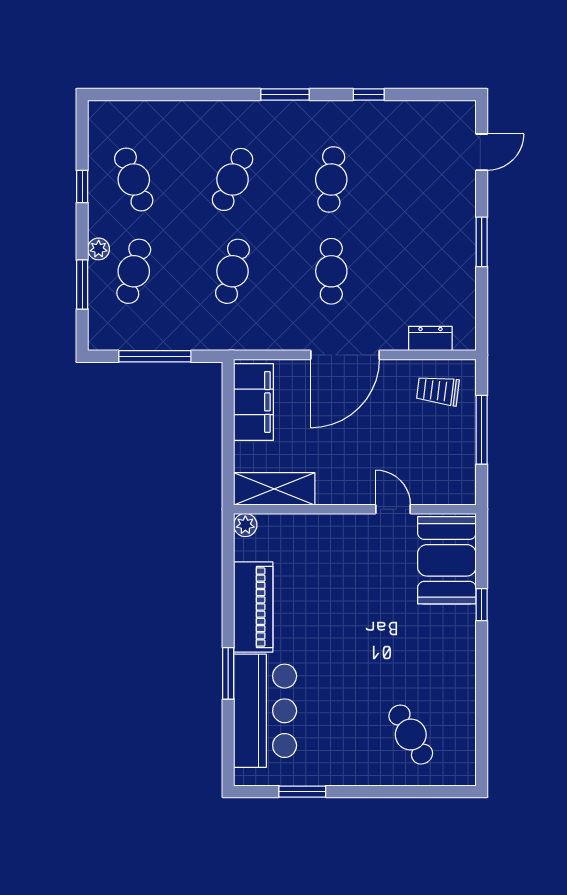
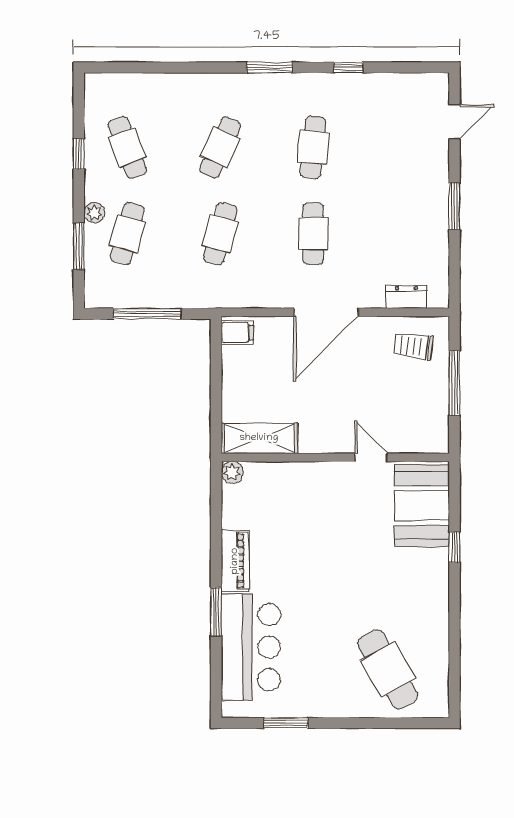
filing cabinet: (254, 402) -> (237, 333), width x0.33, depth x0.86
piano: (253, 607) -> (235, 561), width x0.73, depth x0.75
cafe table: (411, 735) -> (388, 669), width x1.37, depth x1.35

